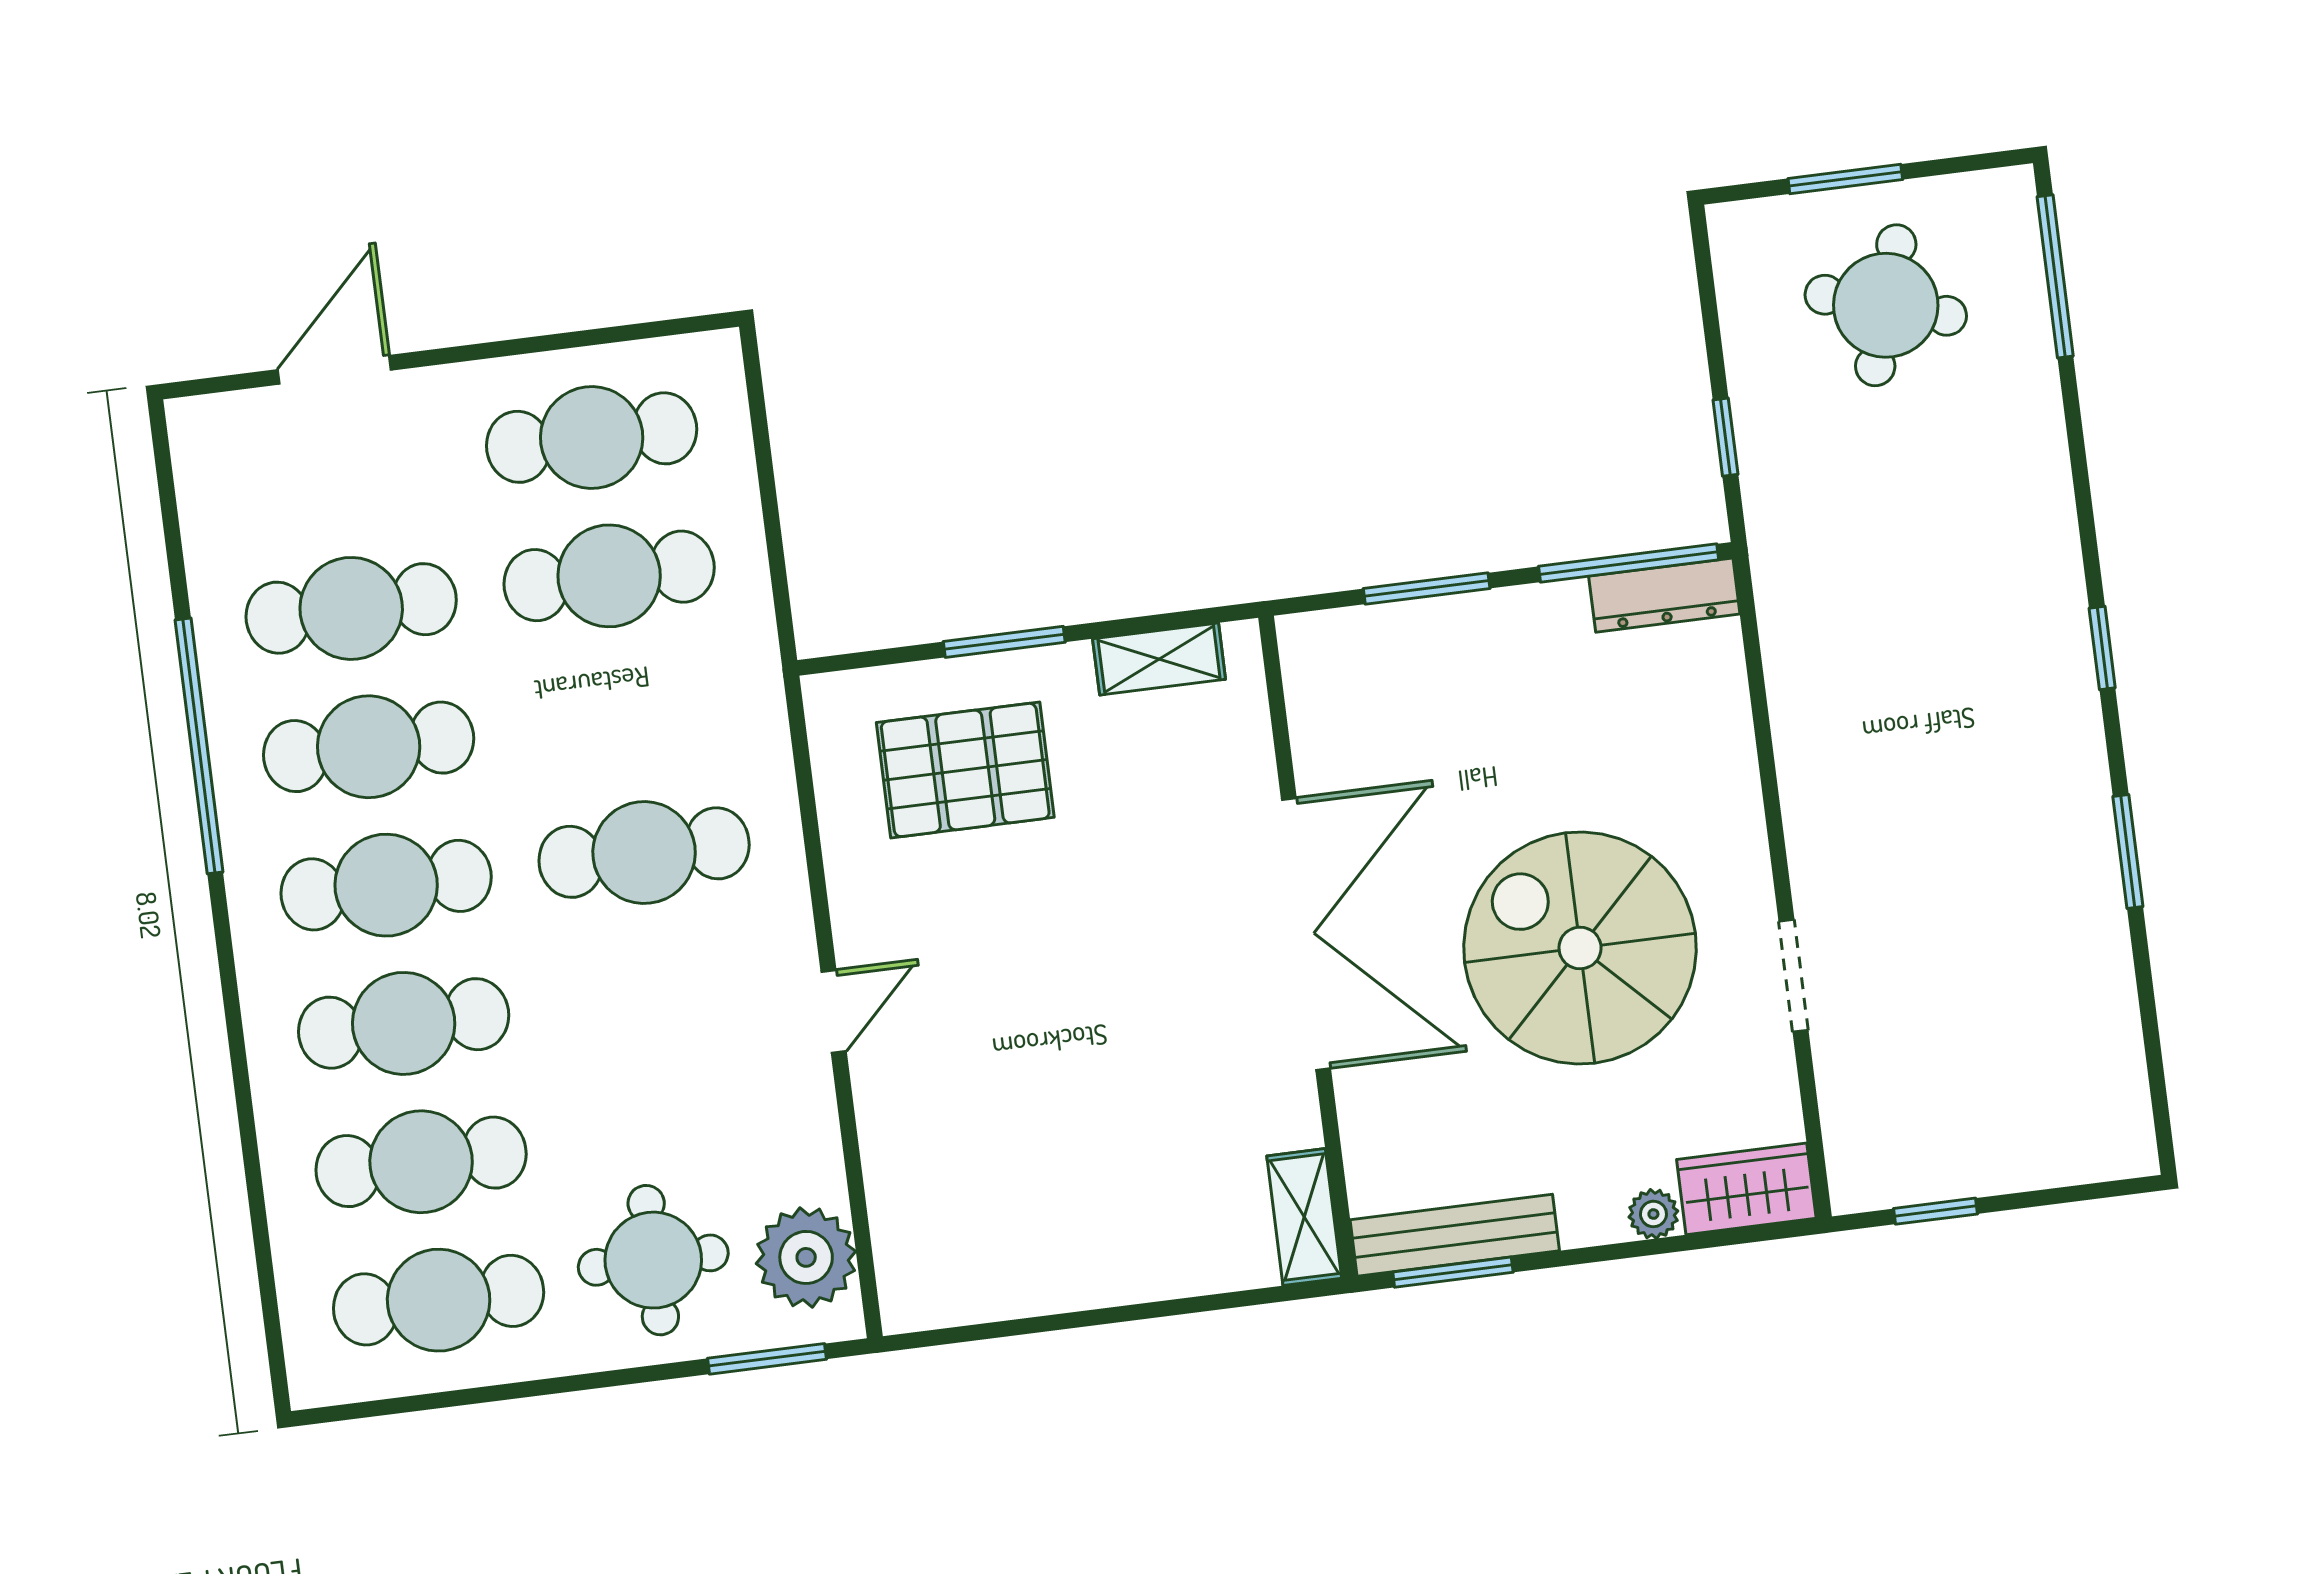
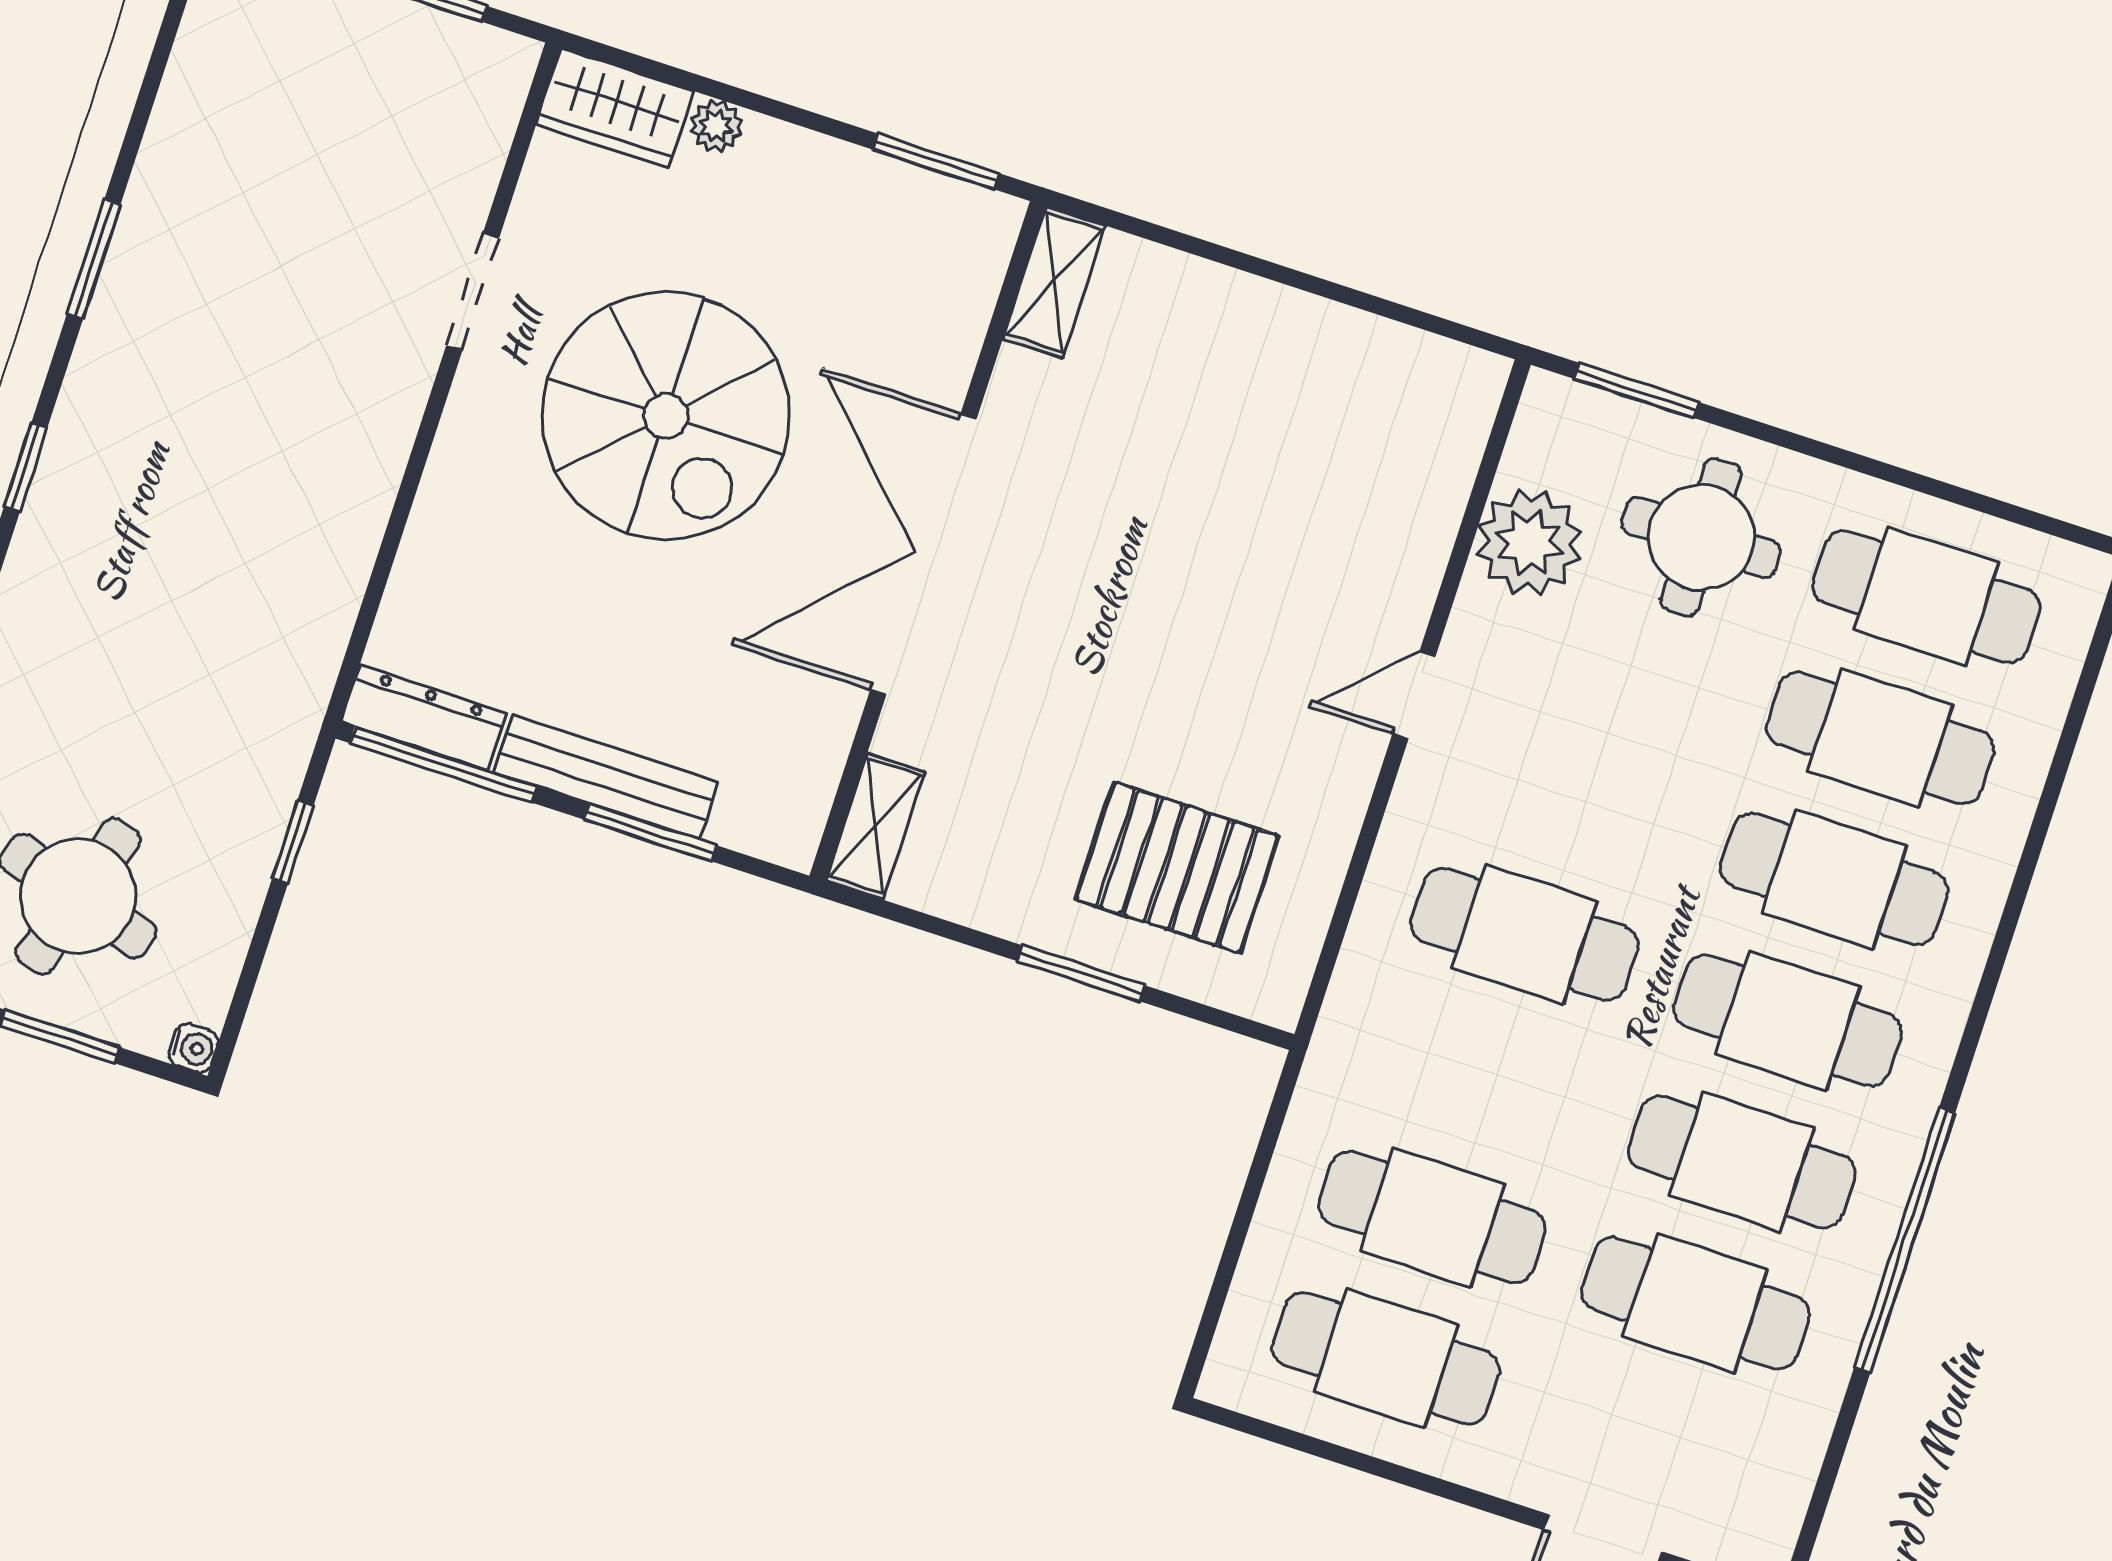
water cooler: (1727, 223) -> (193, 1048), added
shelving: (1159, 659) -> (875, 826), moved, turned 90
bench: (1455, 1235) -> (606, 777), moved
plant: (806, 1257) -> (1529, 543), moved

